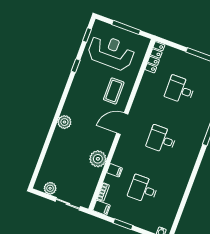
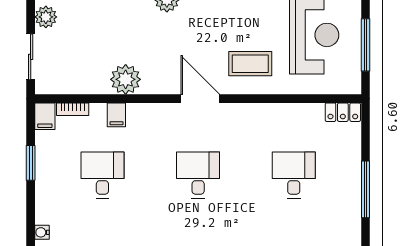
locker: (155, 57) -> (343, 112), width x0.66

